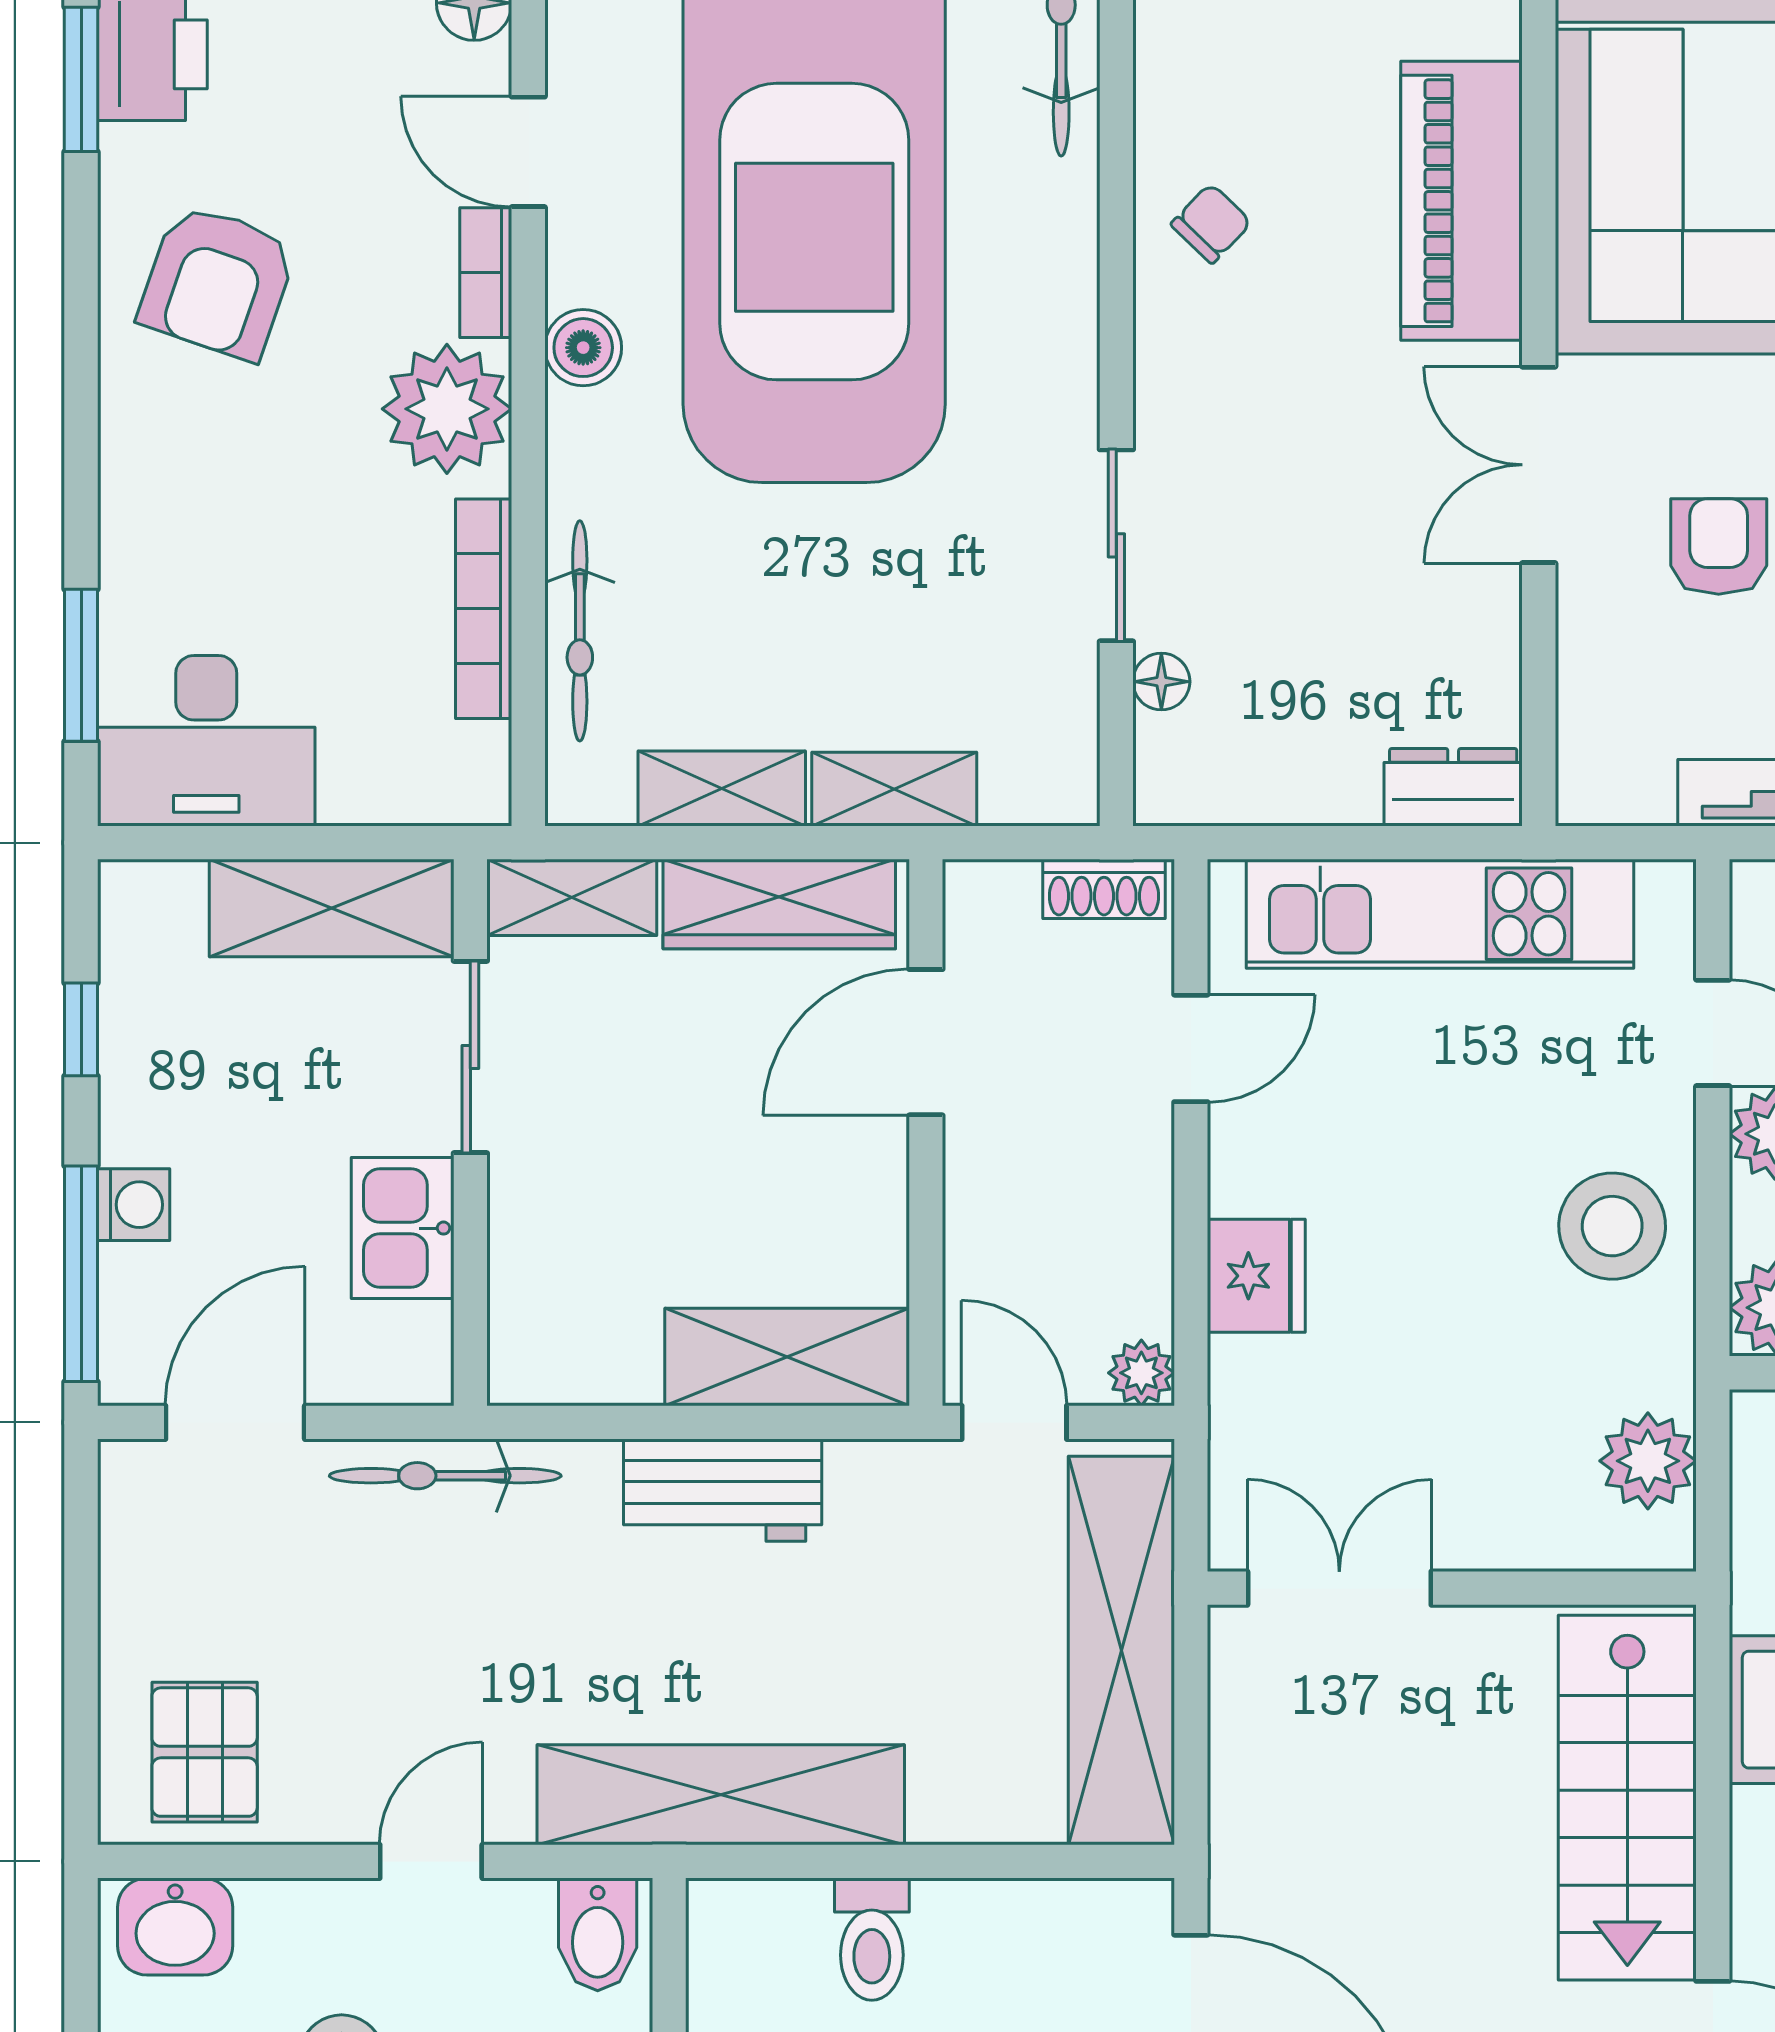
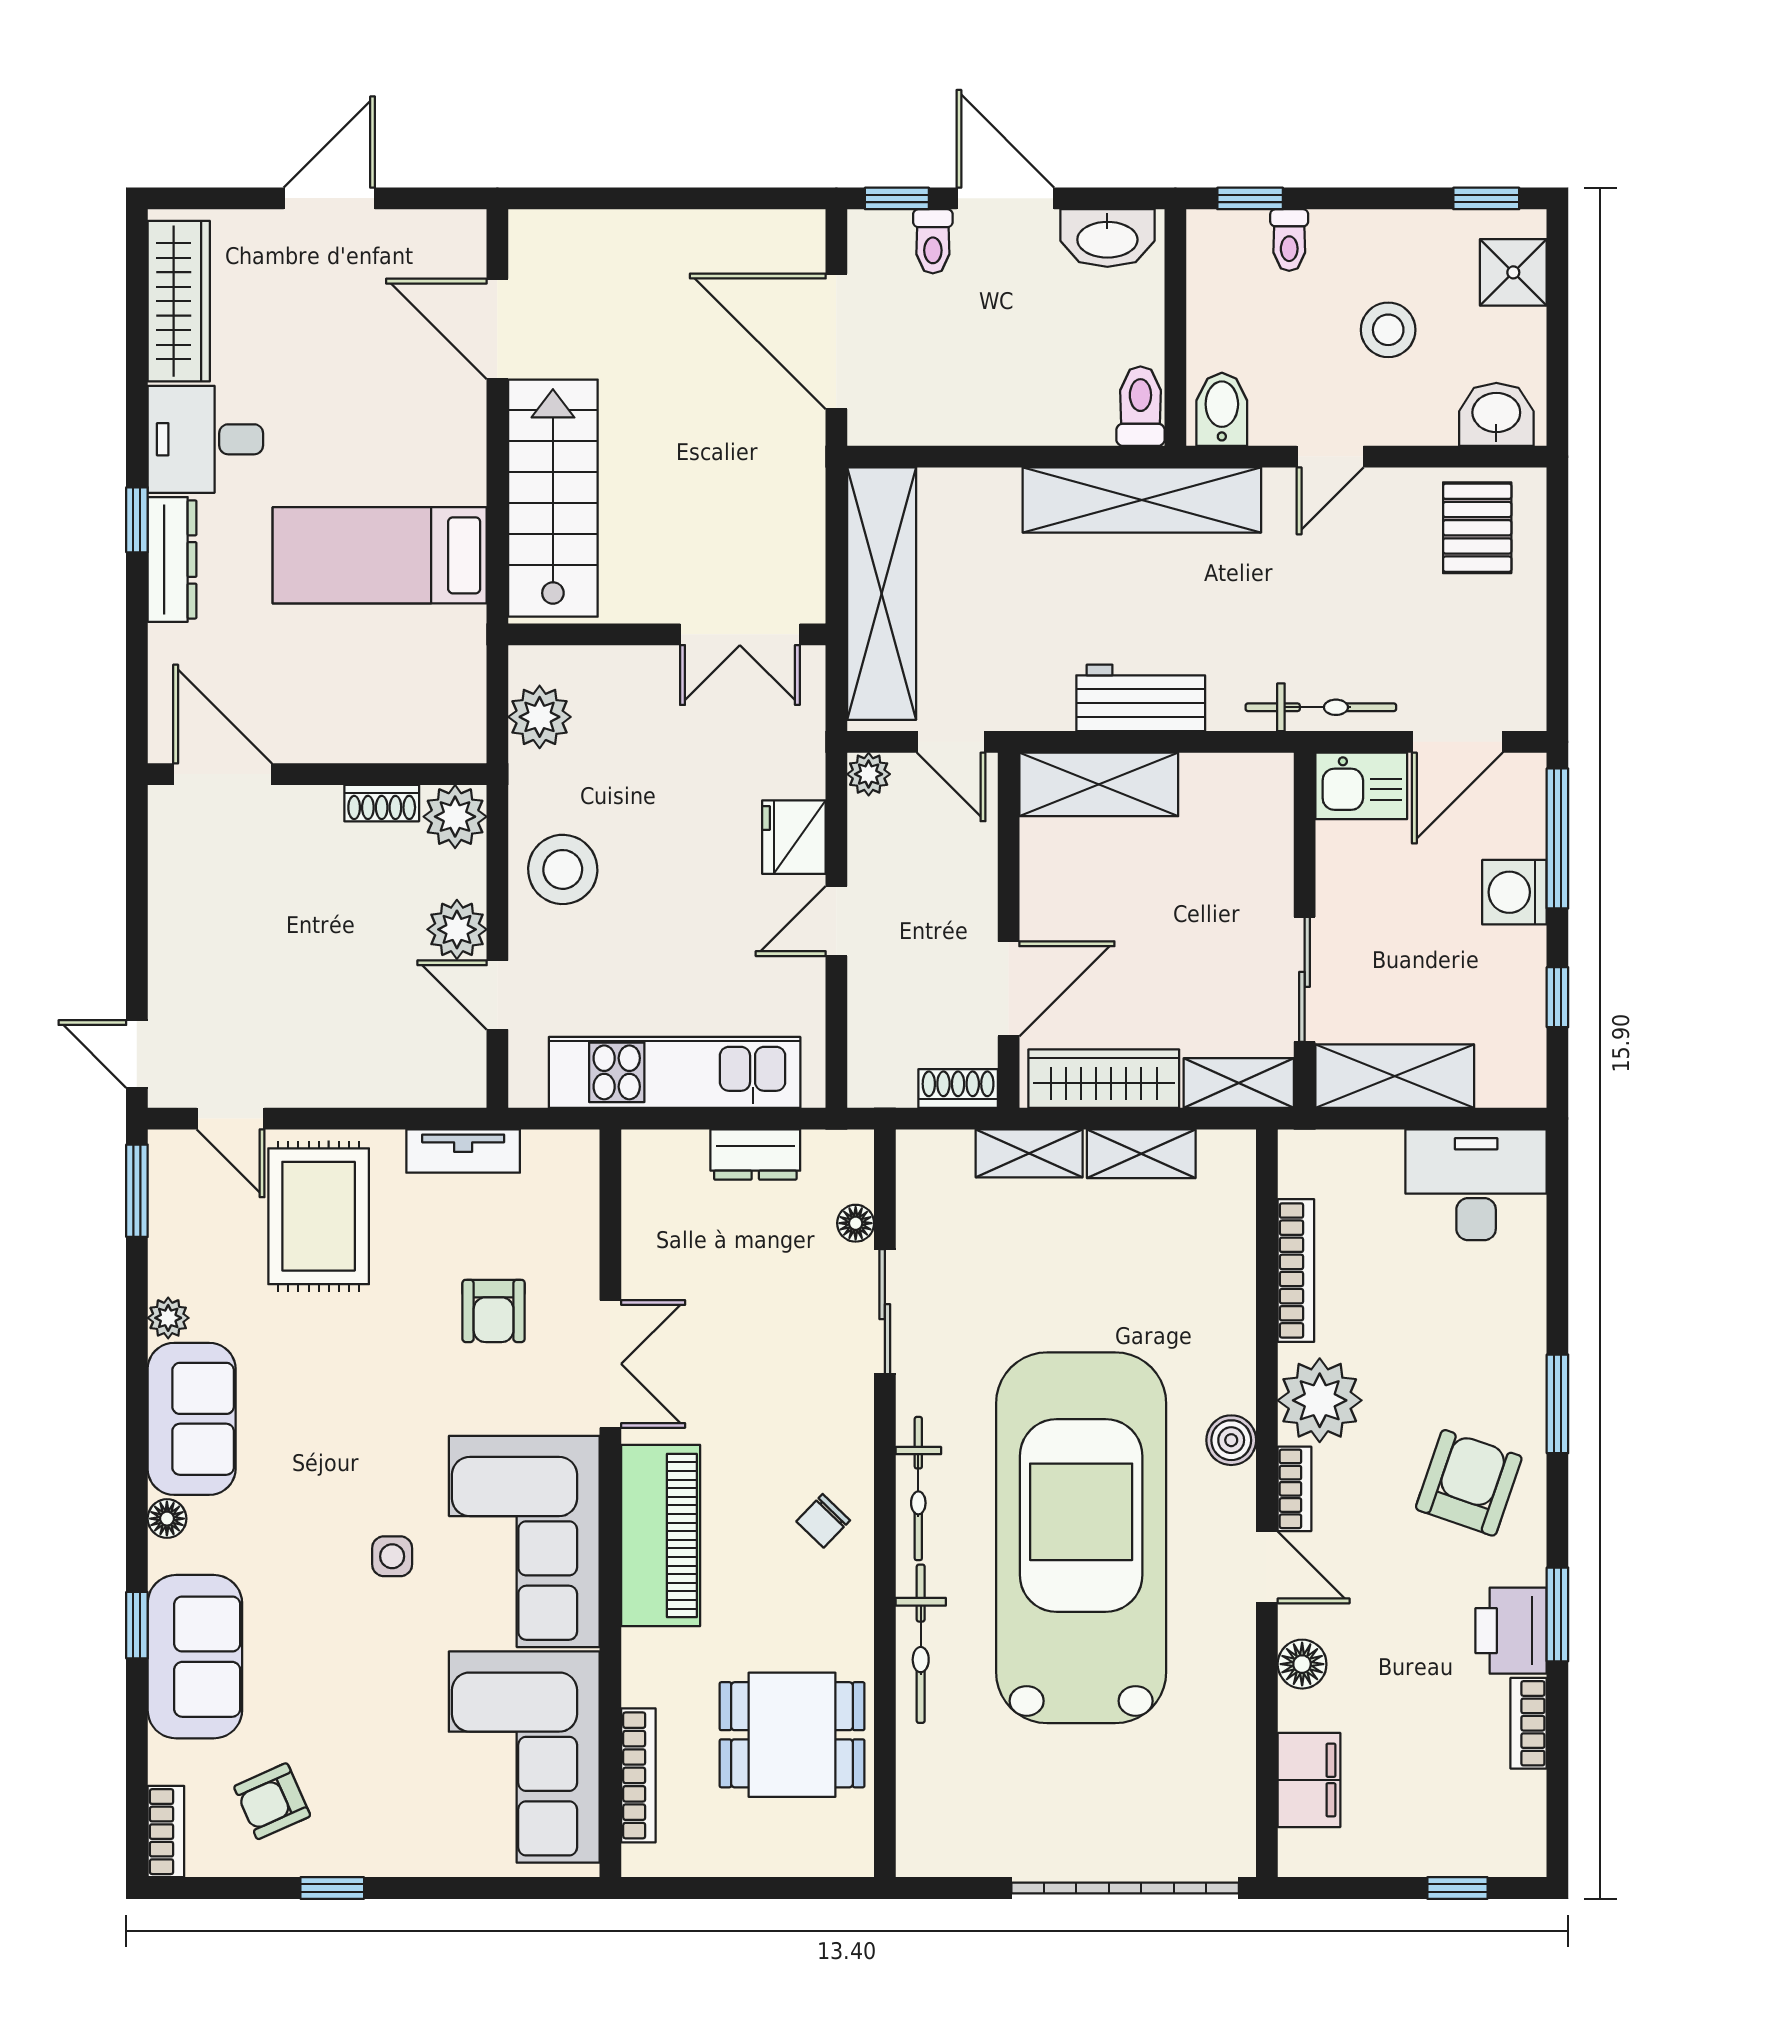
bicycle: (580, 631) -> (918, 1489), moved, turned 180
window: (81, 665) -> (1557, 1404), moved
dresser: (1453, 787) -> (755, 1155), moved
shoe rack: (1104, 889) -> (958, 1088), moved
door: (1191, 1048) -> (836, 921), moved
washing machine: (134, 1205) -> (1514, 892), width x1.38, depth x1.38
kitchen sink: (403, 1228) -> (1361, 786), moved, turned 90
toilet: (872, 1939) -> (1140, 406), moved

